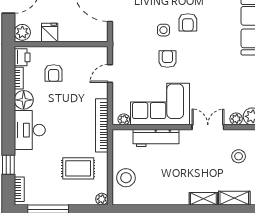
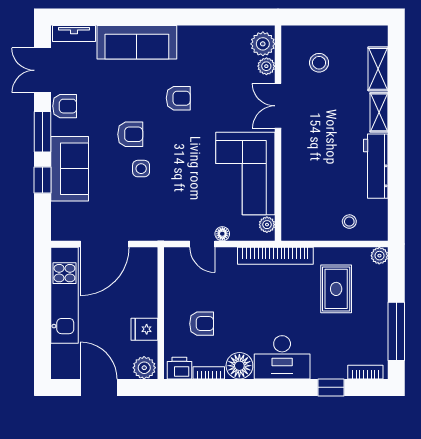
armchair: (167, 59) -> (178, 98), moved, turned 180
floor lamp: (117, 88) -> (222, 234), added
workbench: (156, 138) -> (376, 166), moved, turned 180
stool: (126, 178) -> (349, 222), width x0.53, depth x0.53

